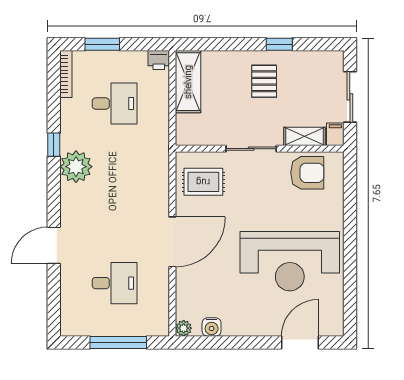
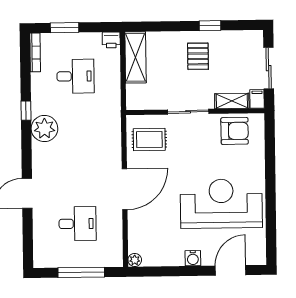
reception desk: (290, 261) -> (221, 204), turned 180
water cooler: (212, 327) -> (193, 258), moved

